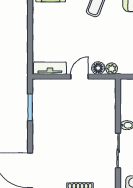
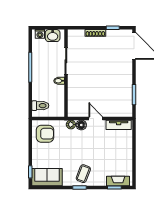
door: (79, 77) -> (96, 118), swing flipped

